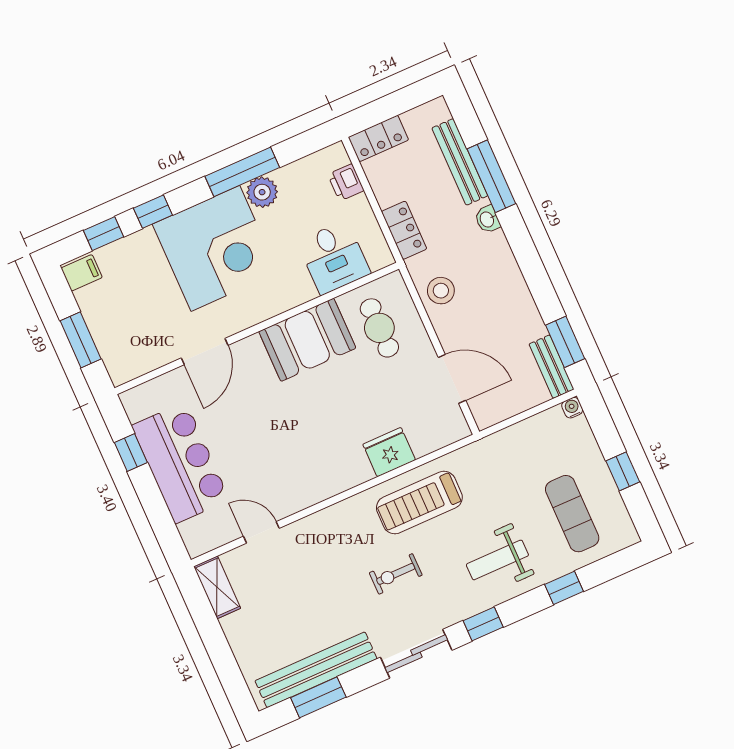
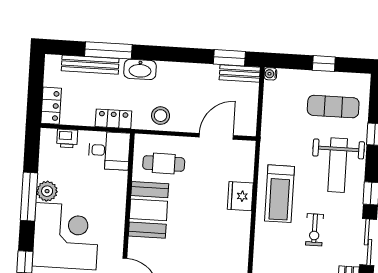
washbasin: (487, 219) -> (140, 69), width x1.91, depth x1.45
desk: (334, 257) -> (109, 151), moved
weight bench: (497, 560) -> (338, 165), width x1.36, depth x1.33

